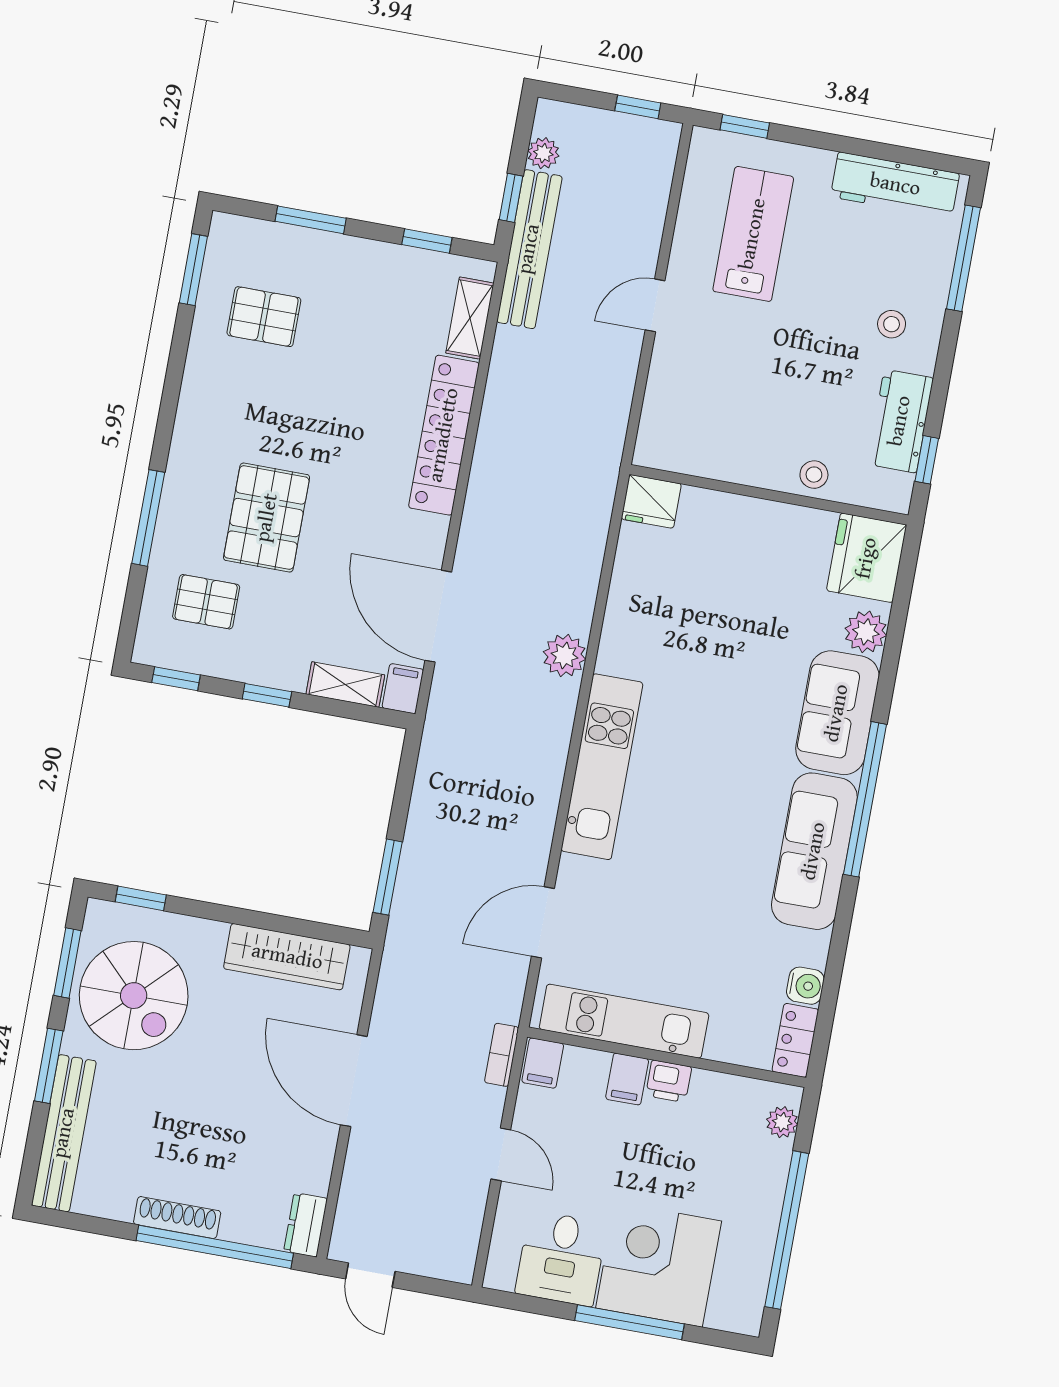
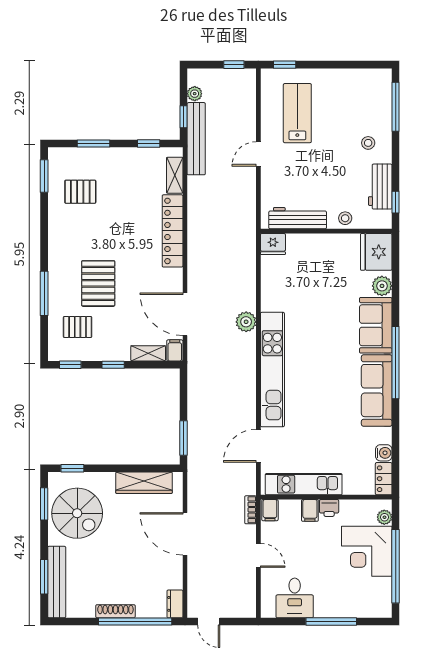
workbench: (895, 185) -> (298, 218), moved, turned 180
kitchen unit: (602, 767) -> (272, 370), width x1.36
window: (49, 1066) -> (44, 577), moved
corner desk: (659, 1265) -> (367, 551), moved, turned -90

